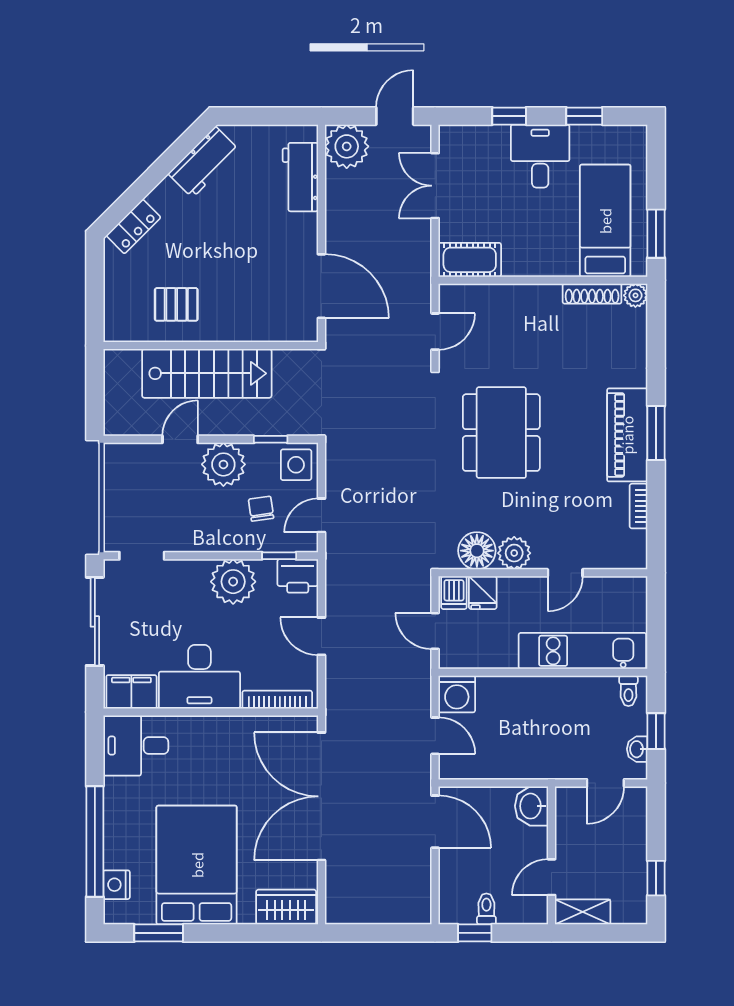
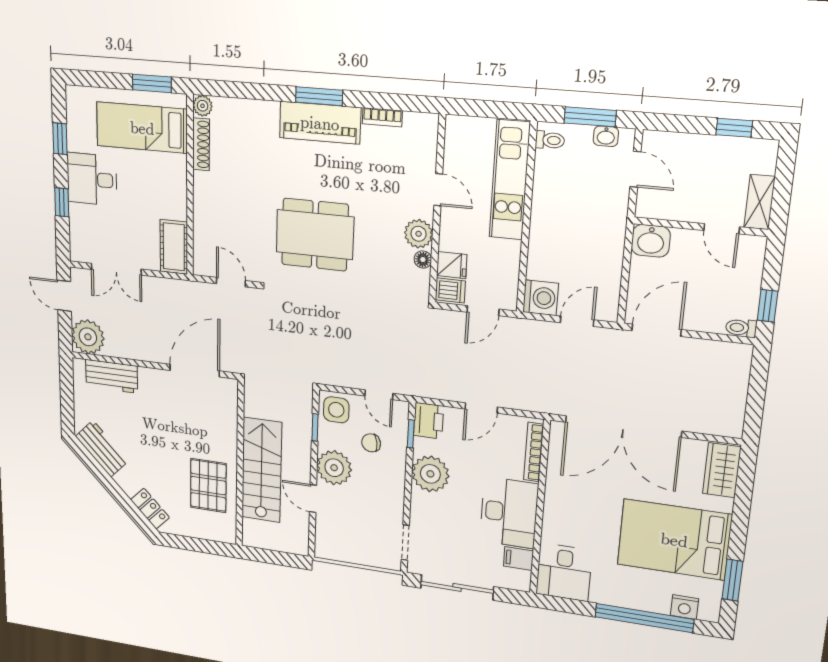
pallet: (176, 304) -> (208, 486), width x1.50, depth x1.42
floor lamp: (477, 551) -> (423, 259), width x0.53, depth x0.53
filing cabinet: (131, 692) -> (518, 559), width x0.50
window: (656, 731) -> (590, 117), width x1.50
toilet: (486, 909) -> (741, 328), moved

